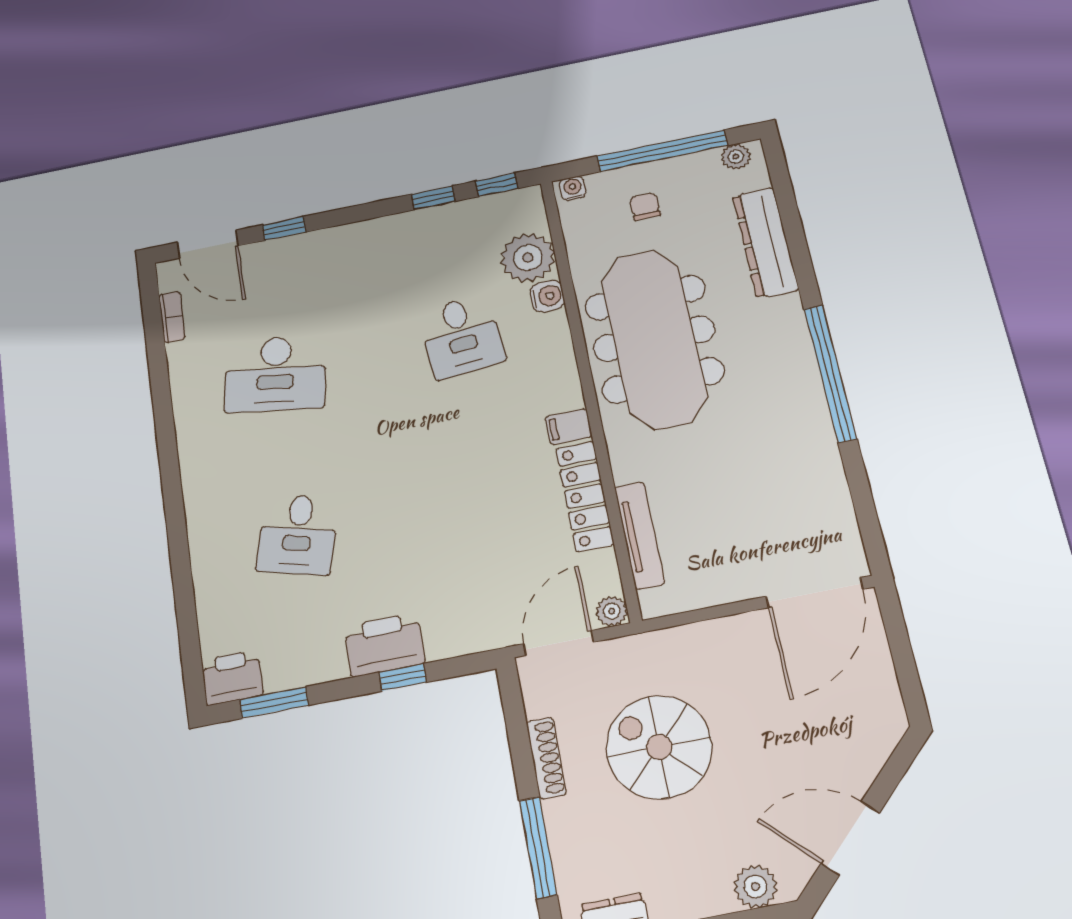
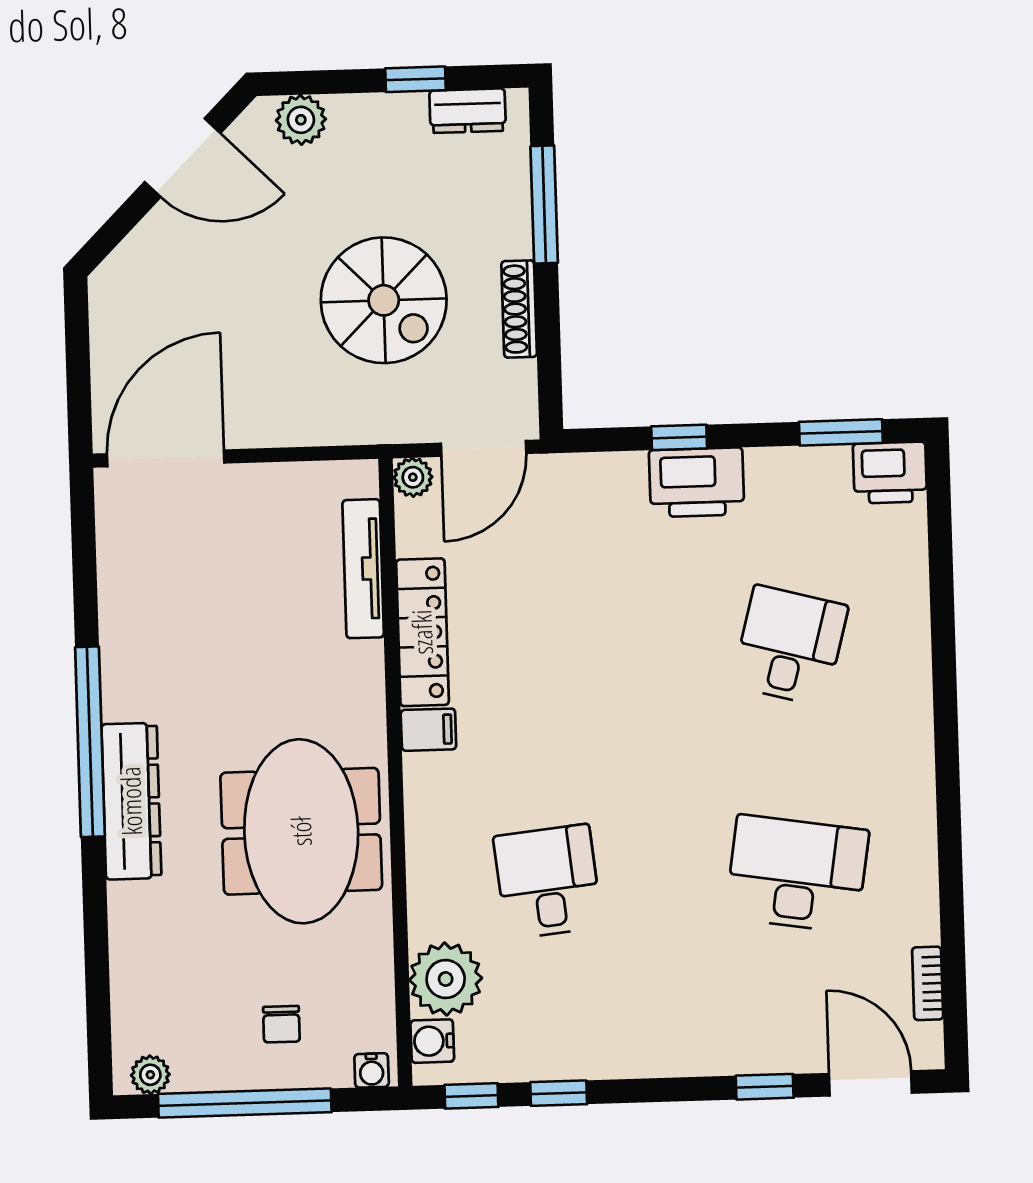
dresser: (765, 242) -> (131, 801), moved
water cooler: (547, 296) -> (432, 1041), moved
meeting table: (654, 339) -> (301, 831), width x0.73

